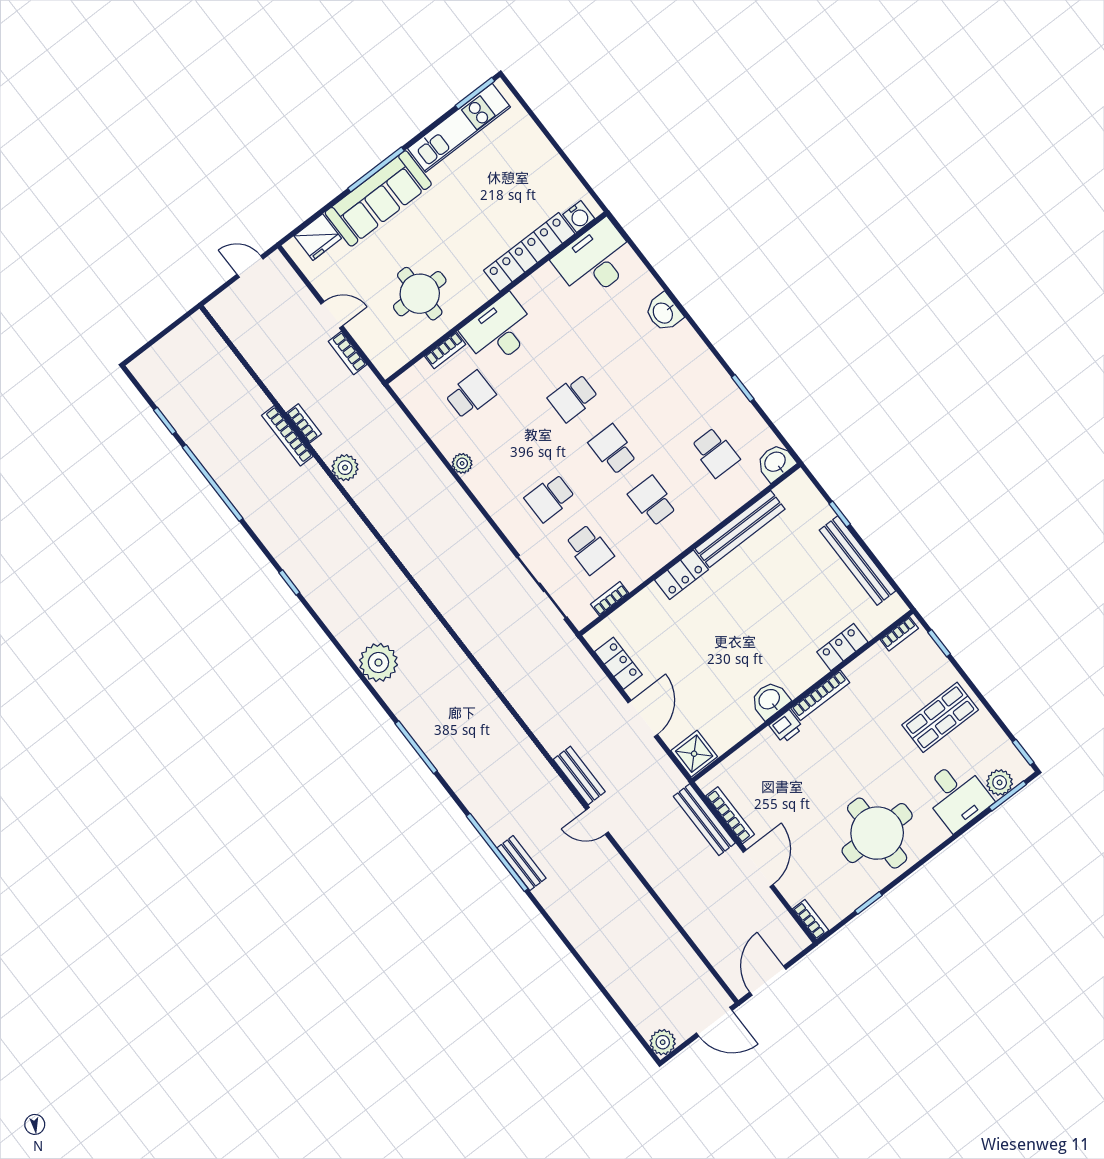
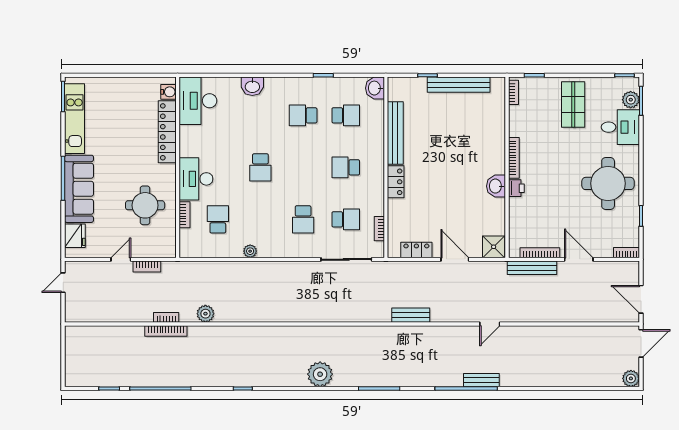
school desk: (613, 449) -> (303, 115), moved
locker: (842, 647) -> (498, 127), removed
bench: (579, 776) -> (411, 315), moved

